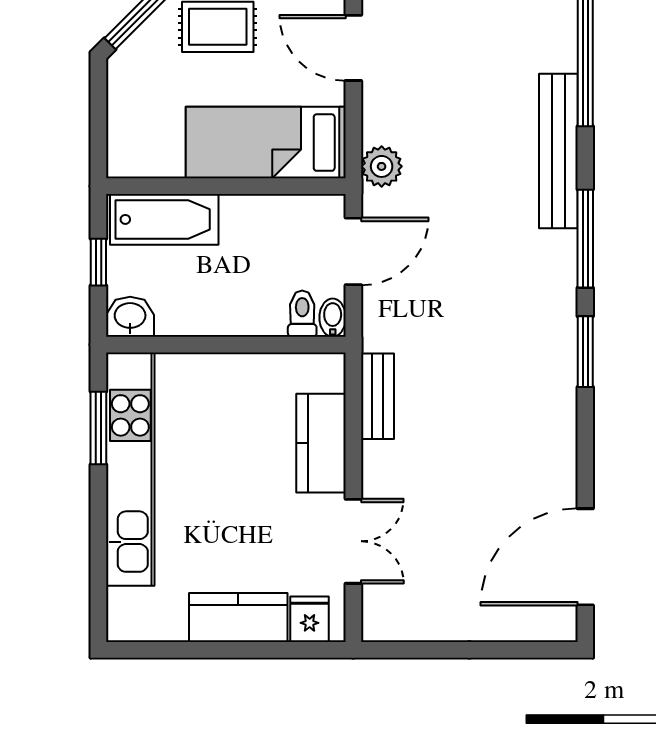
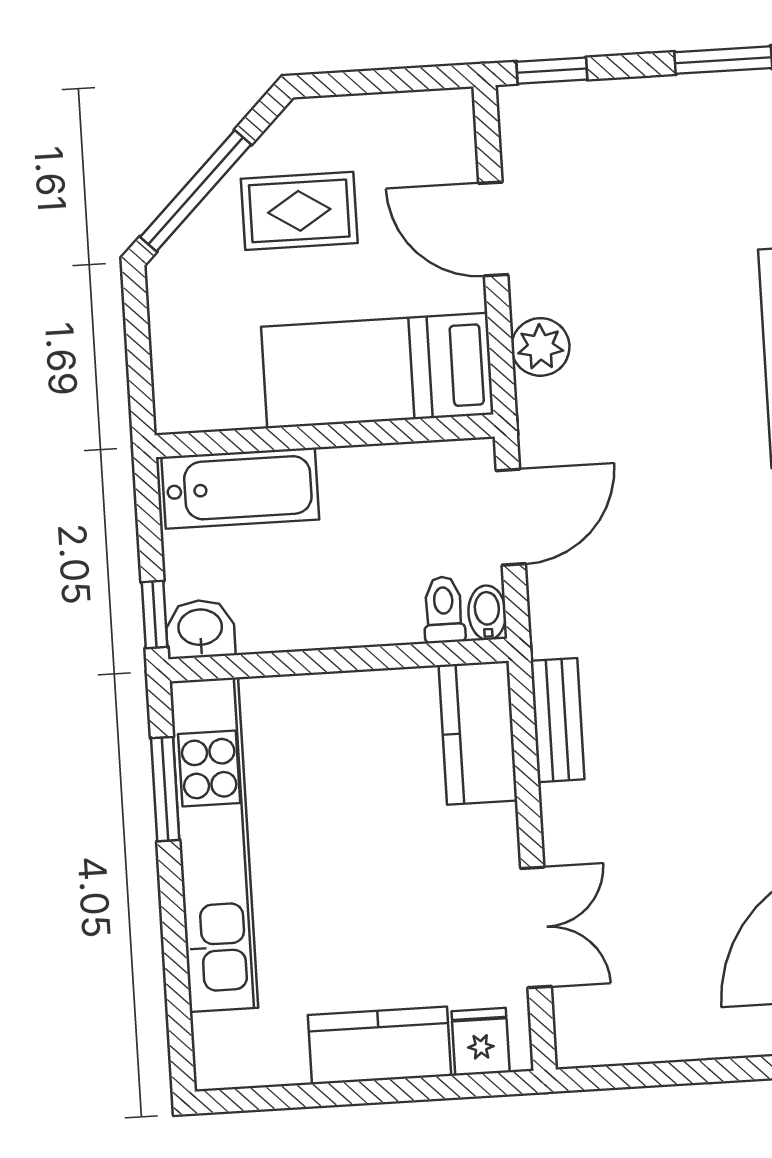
plant: (382, 166) -> (540, 347), moved
window: (98, 262) -> (154, 615), moved
kitchen counter: (321, 443) -> (478, 733), moved

